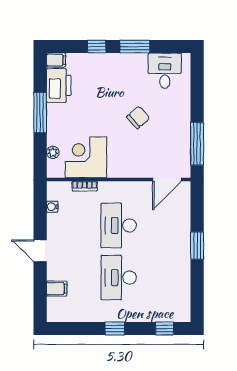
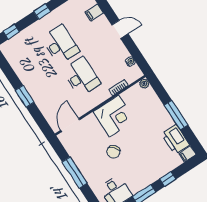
window: (197, 144) -> (75, 173), moved
plant: (53, 152) -> (144, 84), moved
corner desk: (86, 157) -> (114, 116), moved

